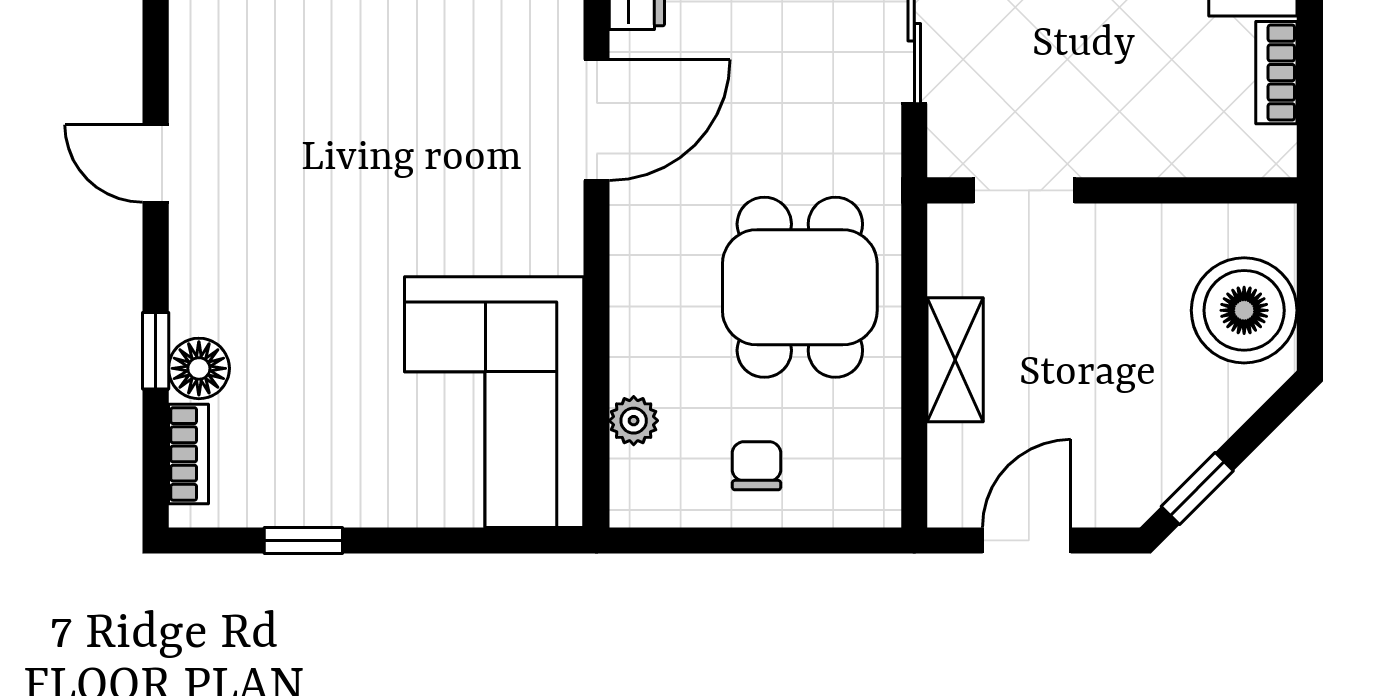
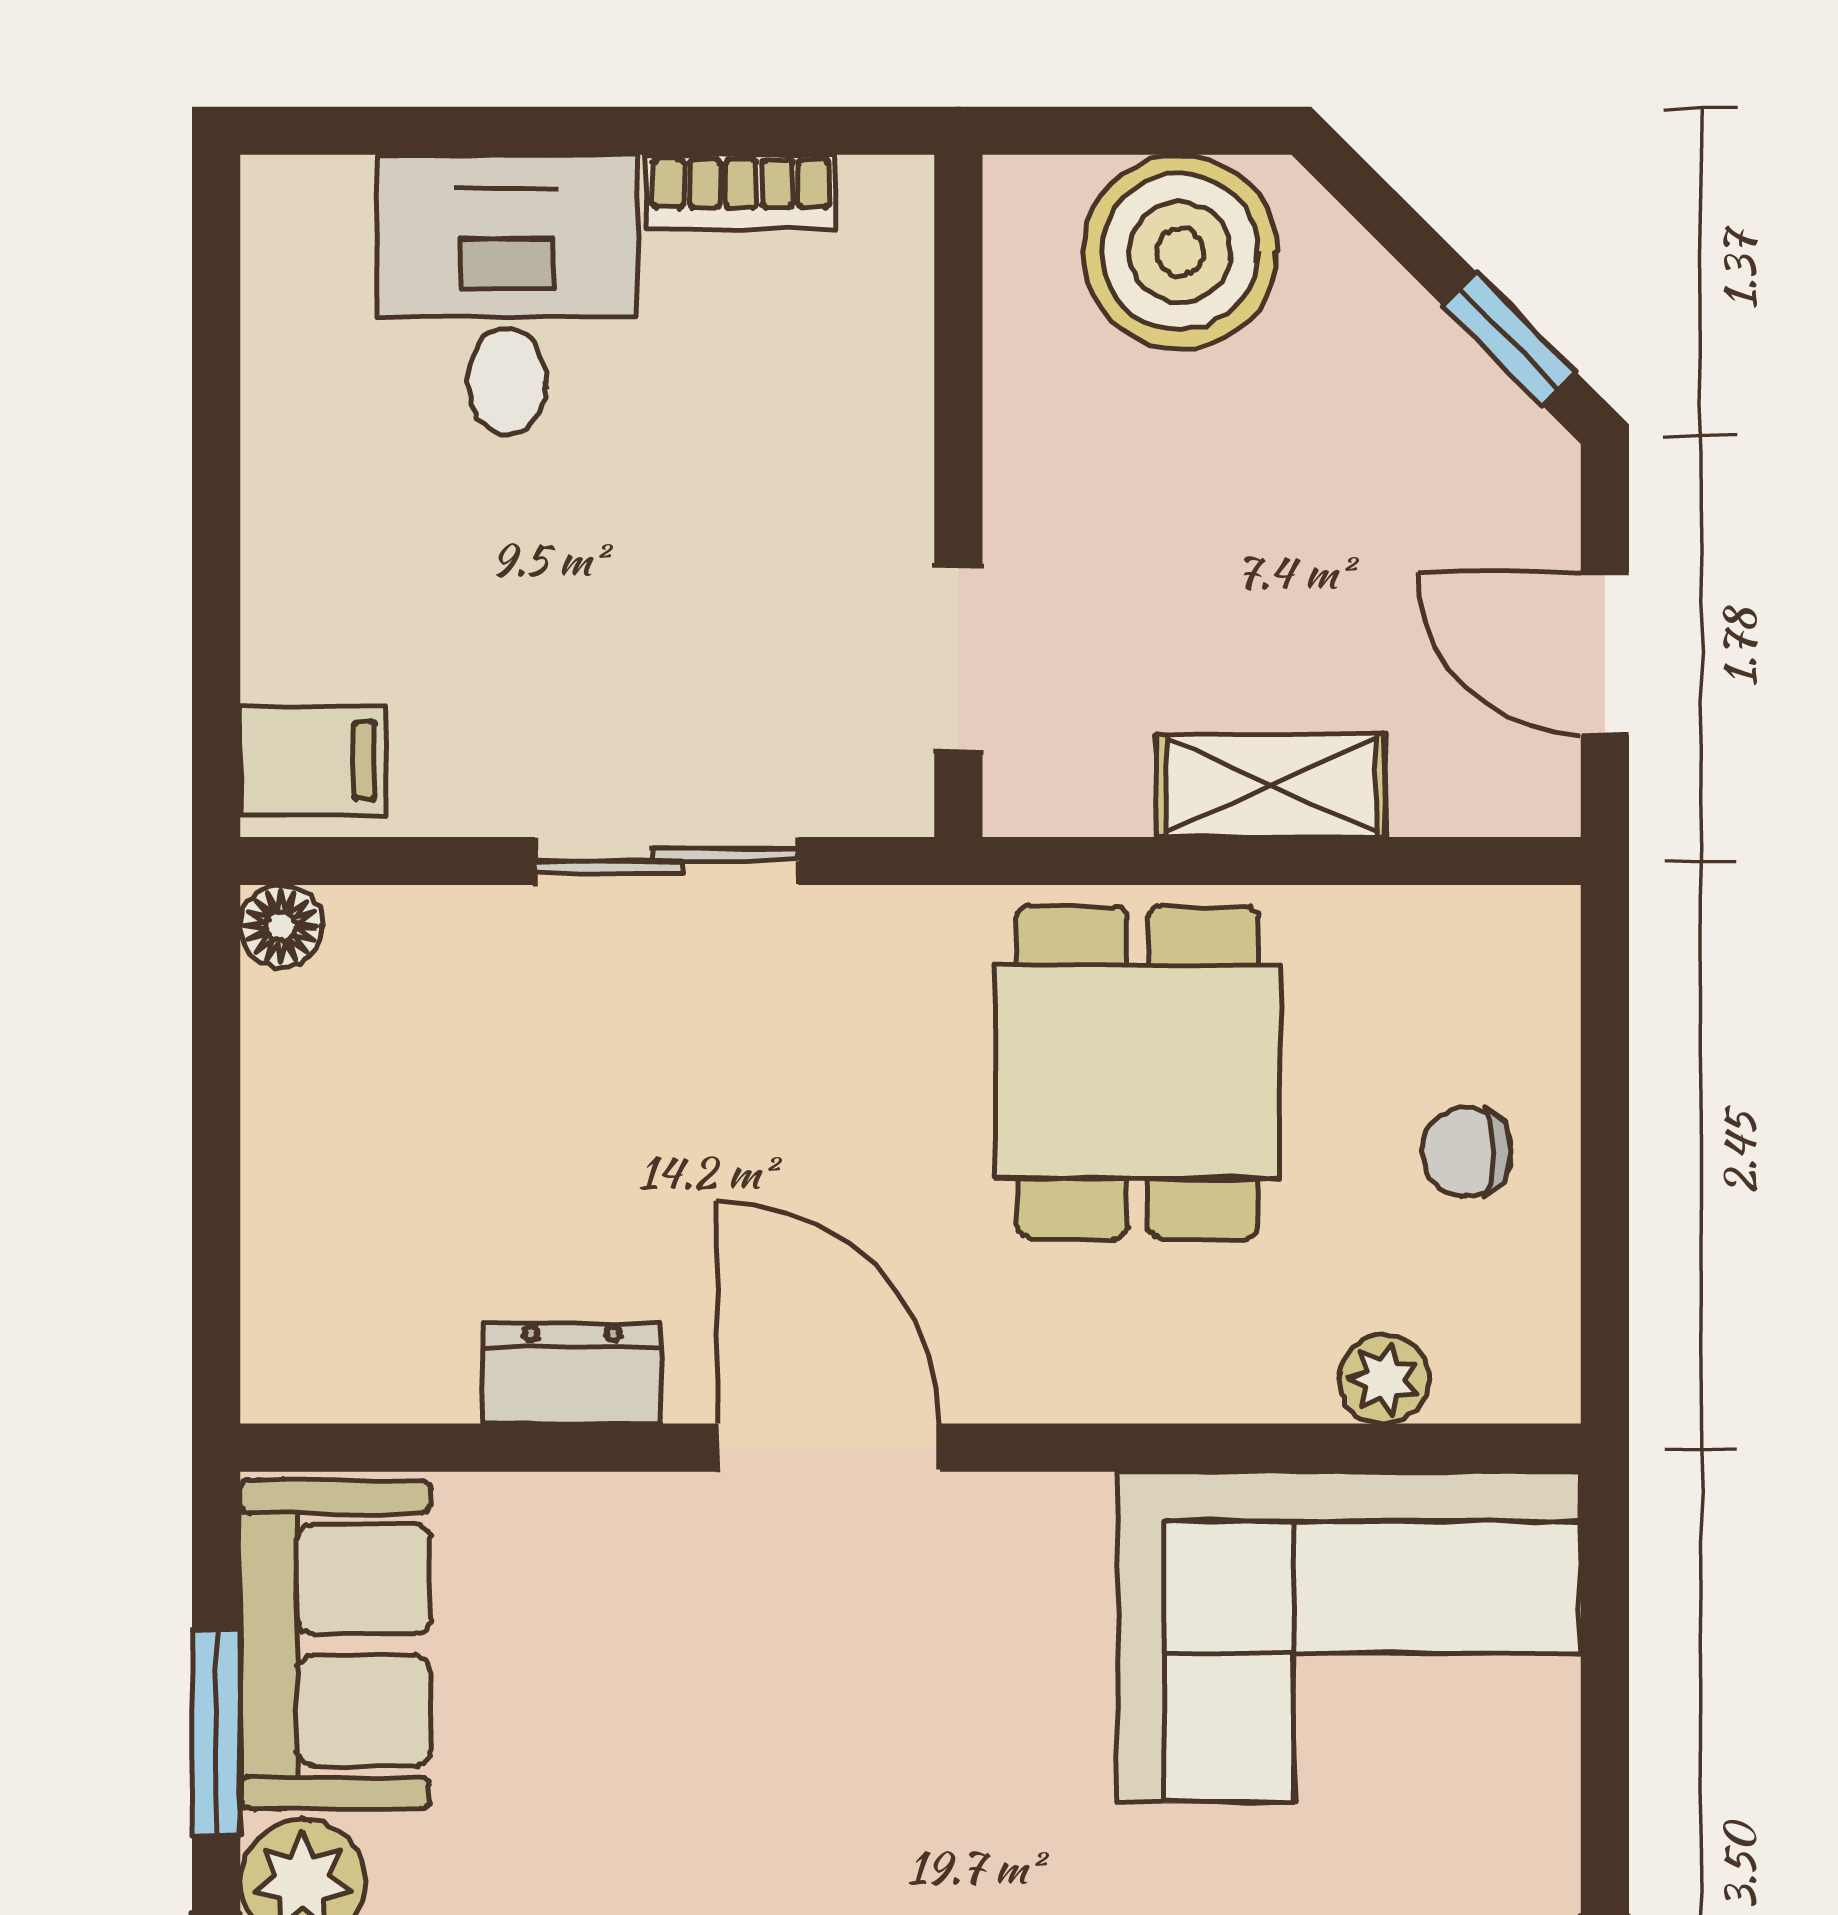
dining table: (800, 287) -> (1137, 1072), turned 90

